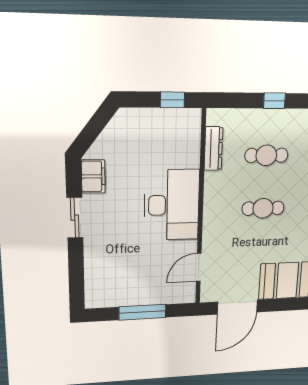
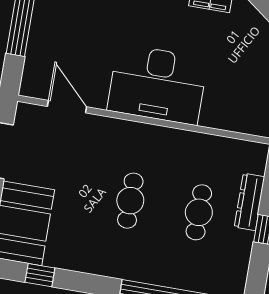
dresser: (213, 149) -> (249, 202), moved, turned 90

